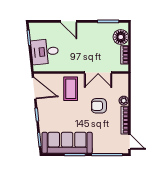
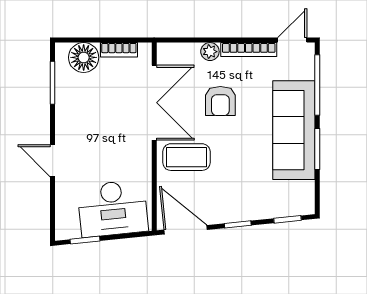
door: (69, 21) -> (53, 161), swing flipped
desk: (45, 52) -> (113, 208), width x1.37
double door: (98, 73) -> (154, 103), width x1.37
door: (34, 88) -> (186, 230), hinge flipped
sofa: (67, 143) -> (294, 130), moved

